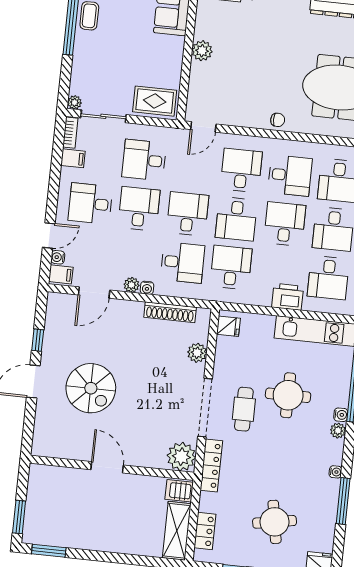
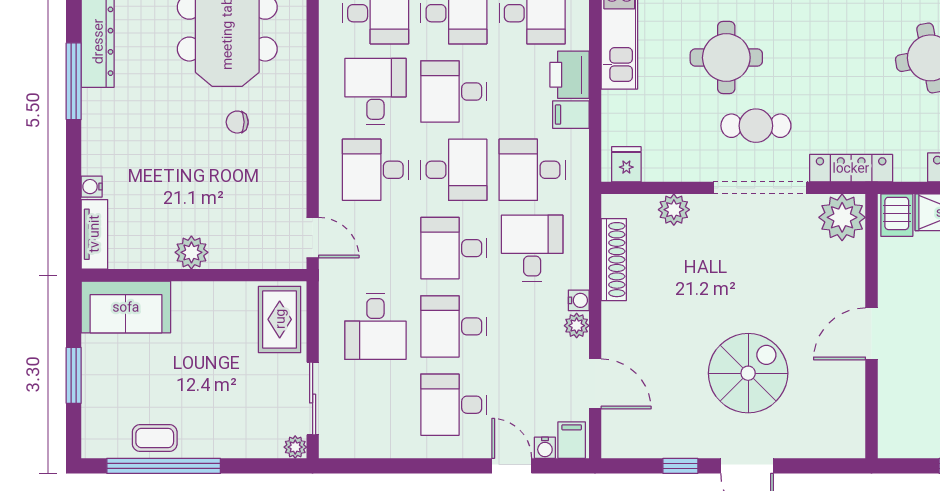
chair: (278, 120) -> (237, 122), moved, turned -90
bookcase: (70, 133) -> (344, 449), removed
filing cabinet: (73, 158) -> (571, 115), moved, turned -90
desk: (90, 204) -> (454, 405), turned 90

